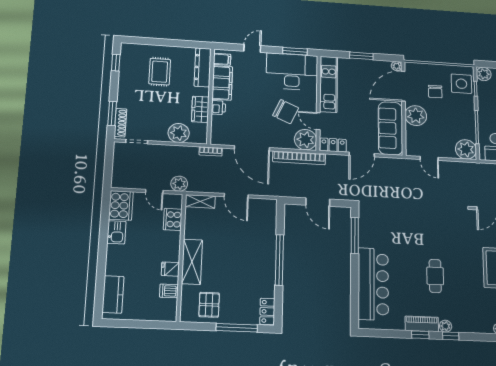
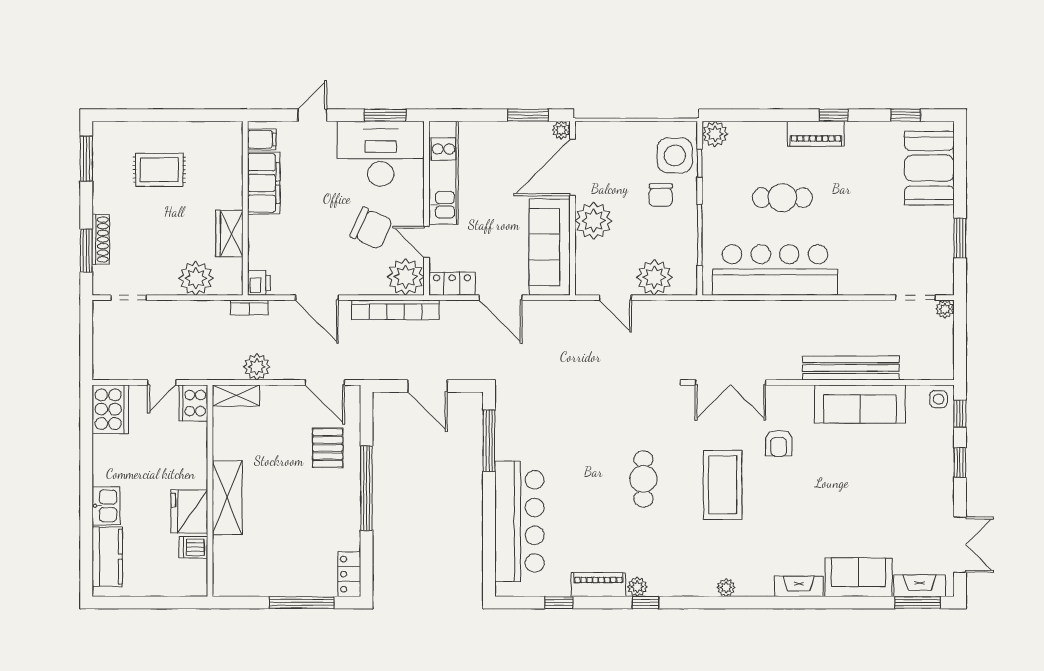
window: (361, 56) -> (528, 115), moved
window: (116, 63) -> (86, 159), width x1.50
dresser: (203, 67) -> (230, 157), removed
rug: (160, 72) -> (159, 170), turned 90
chair: (435, 92) -> (661, 195), moved
printer: (218, 108) -> (259, 283), moved
shoe rack: (120, 123) -> (101, 239), moved
door: (252, 148) -> (317, 298), width x0.73
plant: (466, 149) -> (654, 277), moved
door: (362, 155) -> (501, 298), hinge flipped
plant: (179, 184) -> (257, 367), moved
door: (154, 191) -> (162, 382), hinge flipped
door: (236, 196) -> (325, 382), moved
cooker: (173, 219) -> (193, 403), moved
kitchen sink: (116, 232) -> (106, 506), moved
fridge: (170, 269) -> (189, 511), width x1.88, depth x1.34
cafe table: (435, 276) -> (643, 479), moved
pallet: (209, 305) -> (328, 448), moved
window: (420, 335) -> (559, 603), moved

